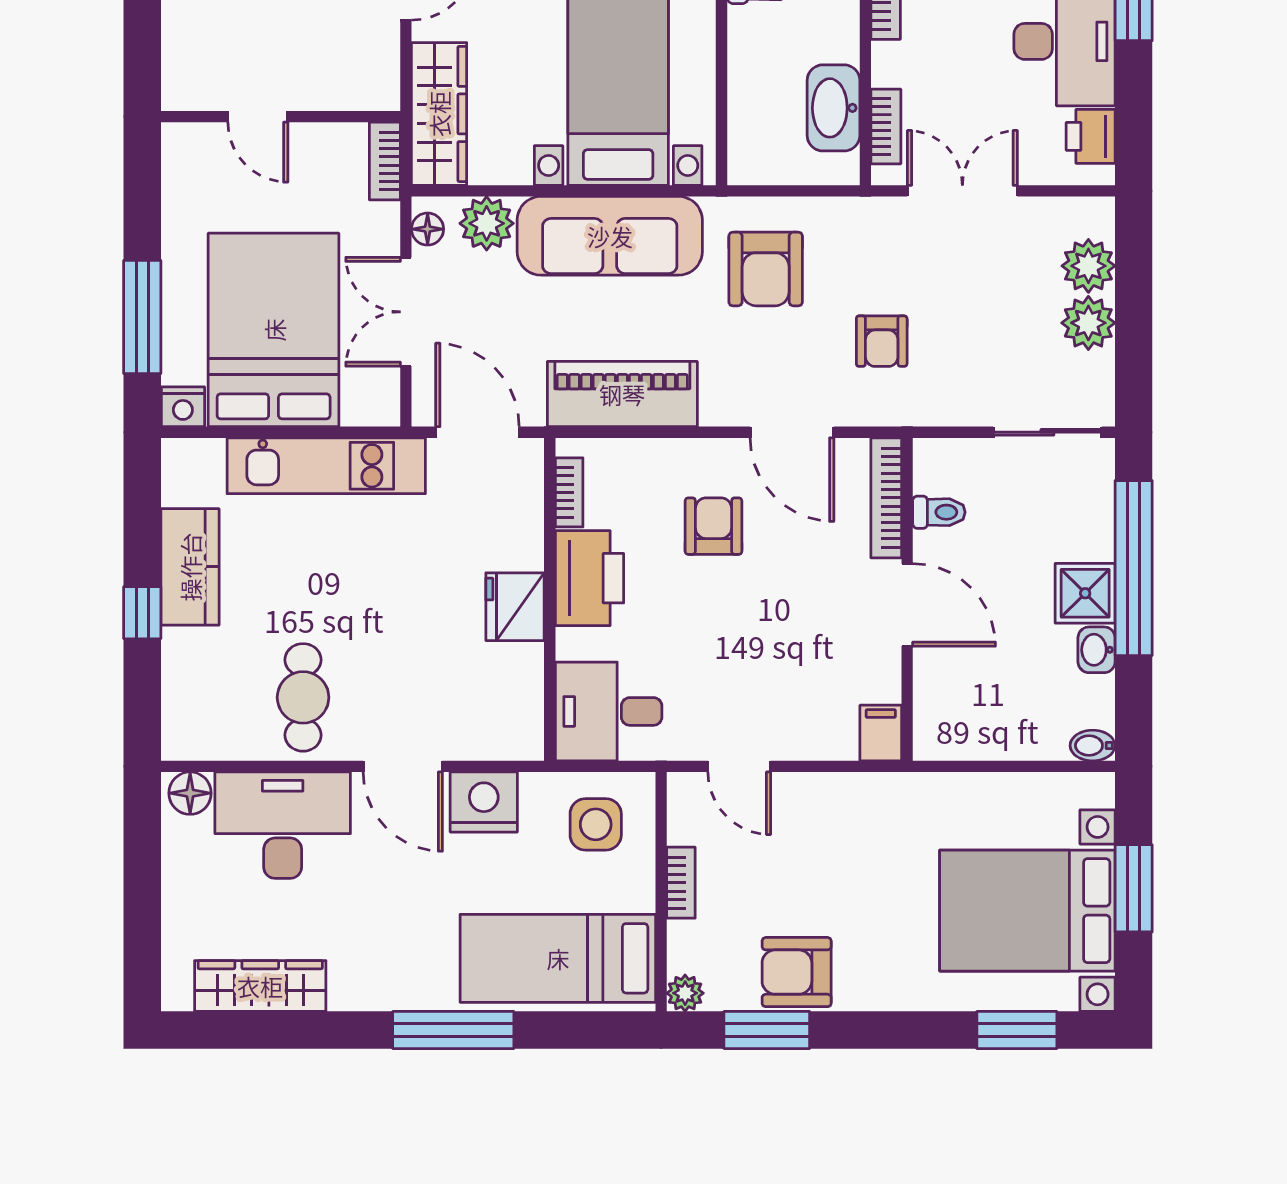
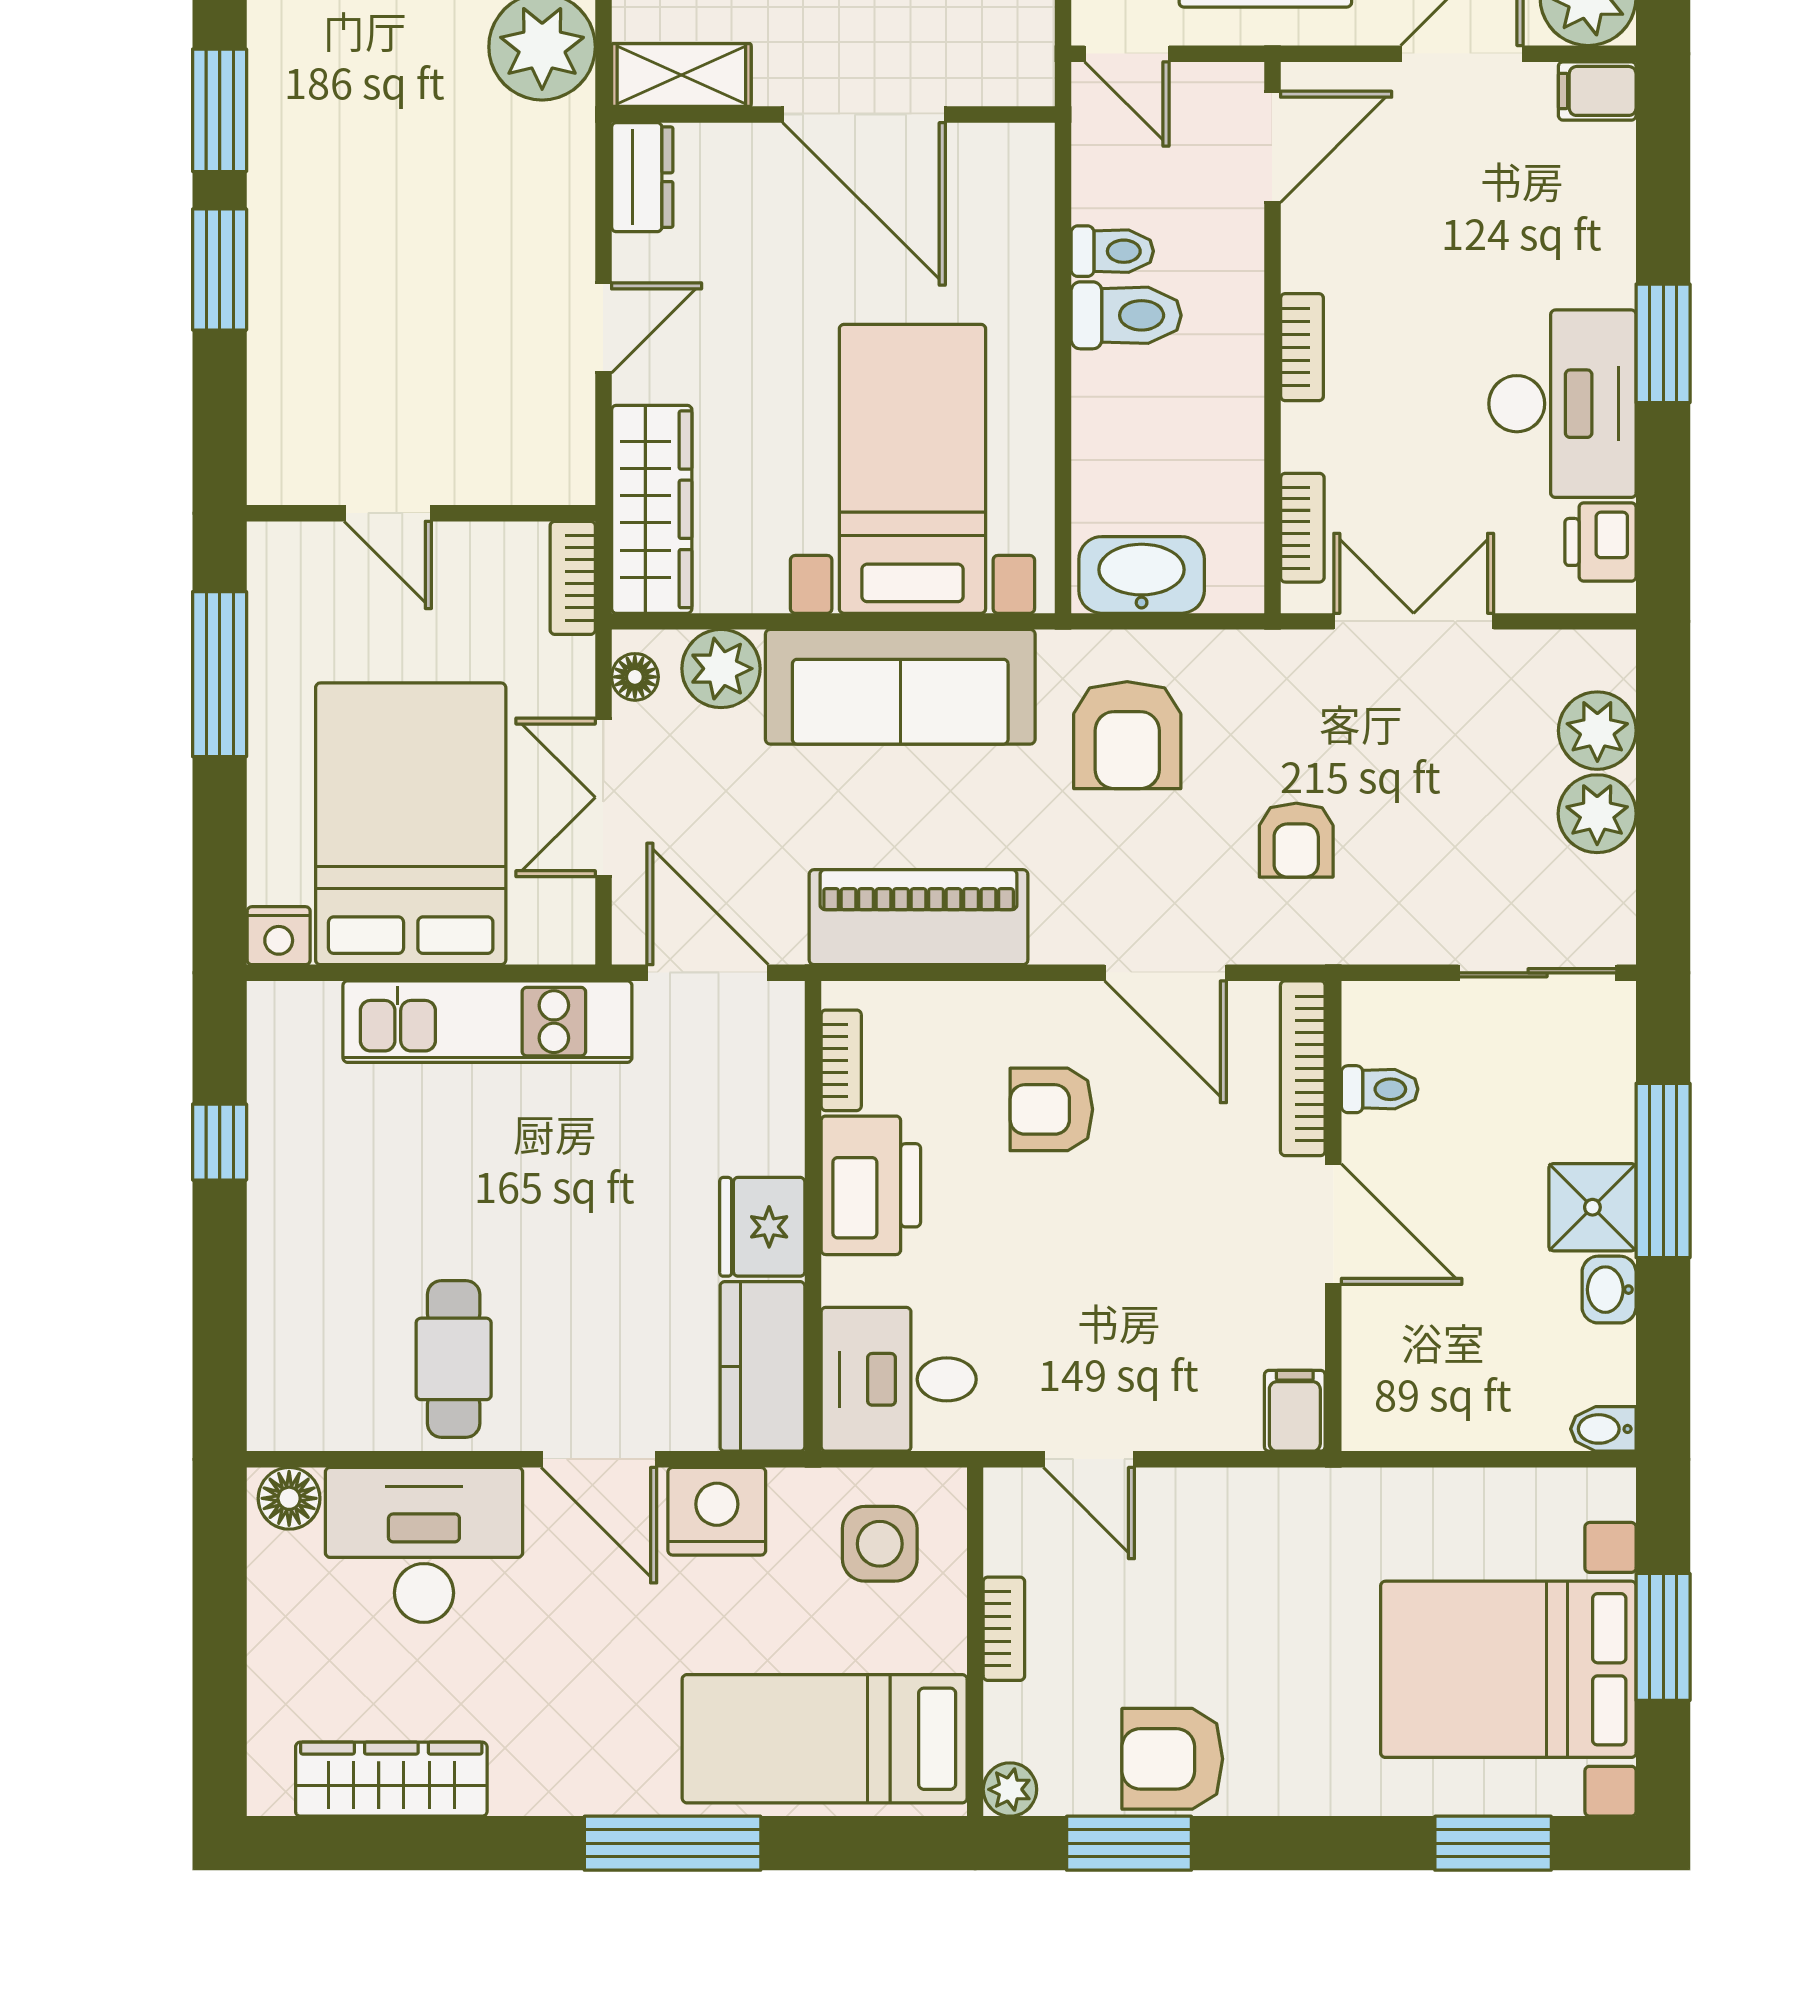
washbasin: (833, 108) -> (1142, 575), moved, turned 90
window: (142, 317) -> (220, 674), moved
armchair: (713, 526) -> (1051, 1109), turned -90
kitchen counter: (190, 567) -> (762, 1366), moved, turned 180
window: (1134, 568) -> (1663, 1171), width x0.68
window: (142, 613) -> (220, 1142), moved

